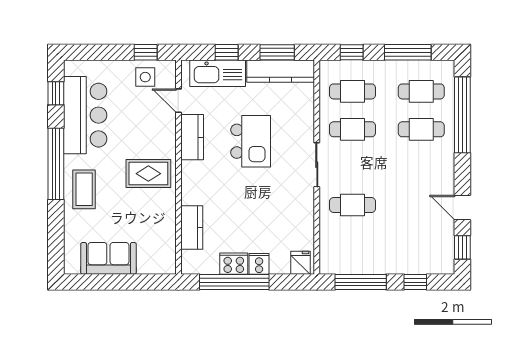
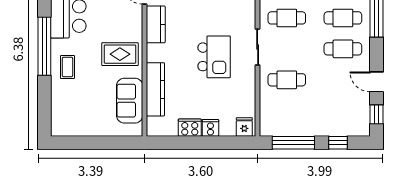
kitchen island: (251, 141) -> (214, 57), moved
cafe table: (421, 167) -> (343, 49), added
coffee table: (84, 189) -> (67, 67), width x0.73, depth x0.77
kitchen counter: (192, 228) -> (155, 89), width x1.50
sofa: (108, 258) -> (130, 101), moved, turned -90
window: (234, 282) -> (190, 143), removed

